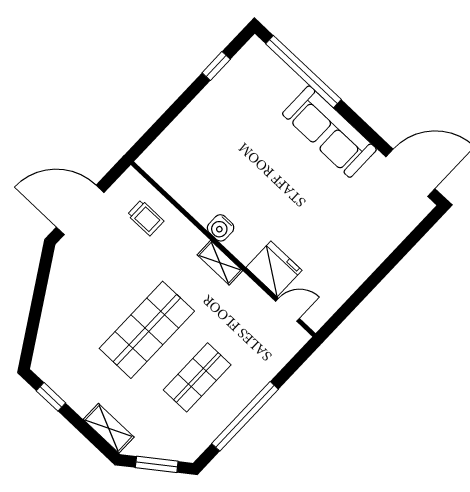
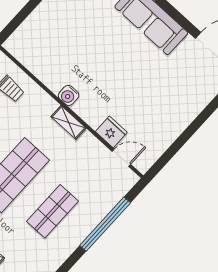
fridge: (274, 269) -> (111, 132), width x0.73, depth x0.75
window: (245, 416) -> (105, 224), moved

